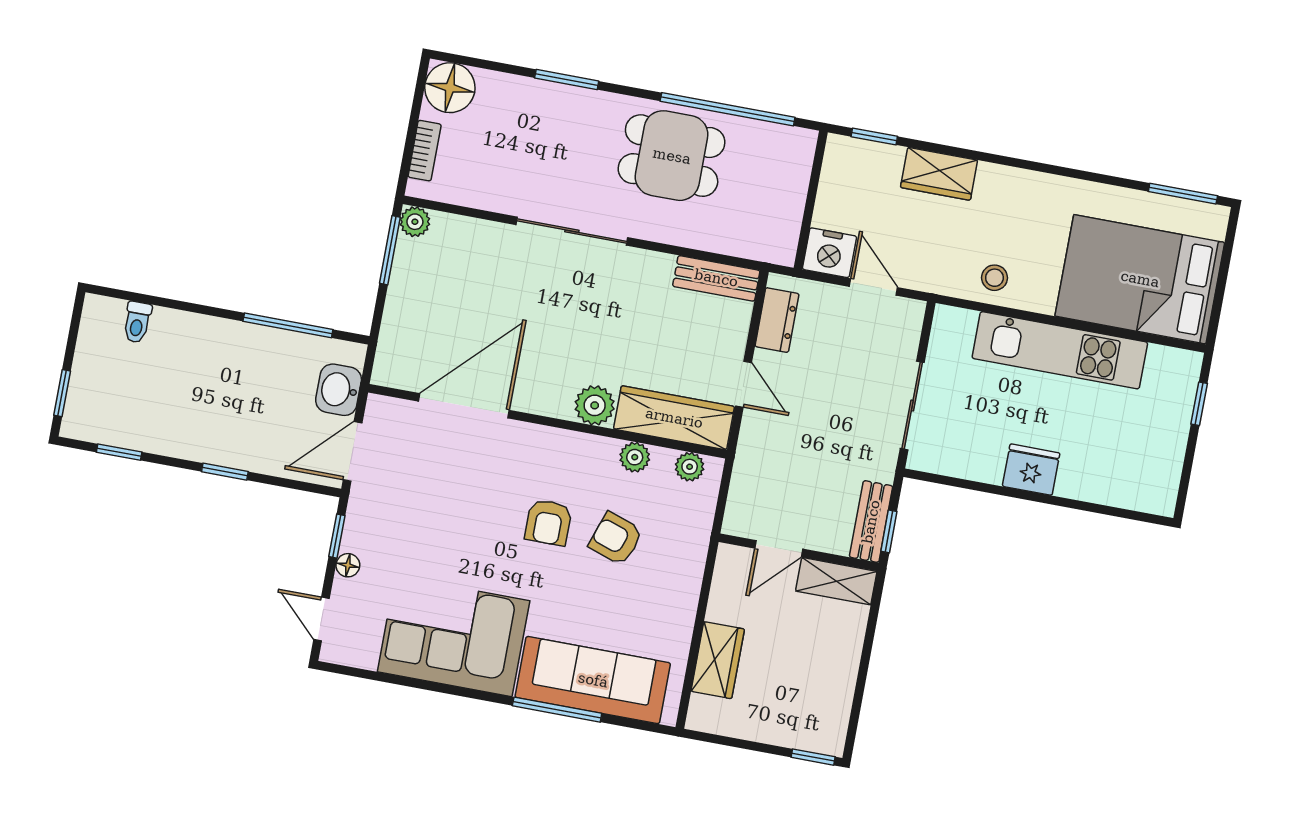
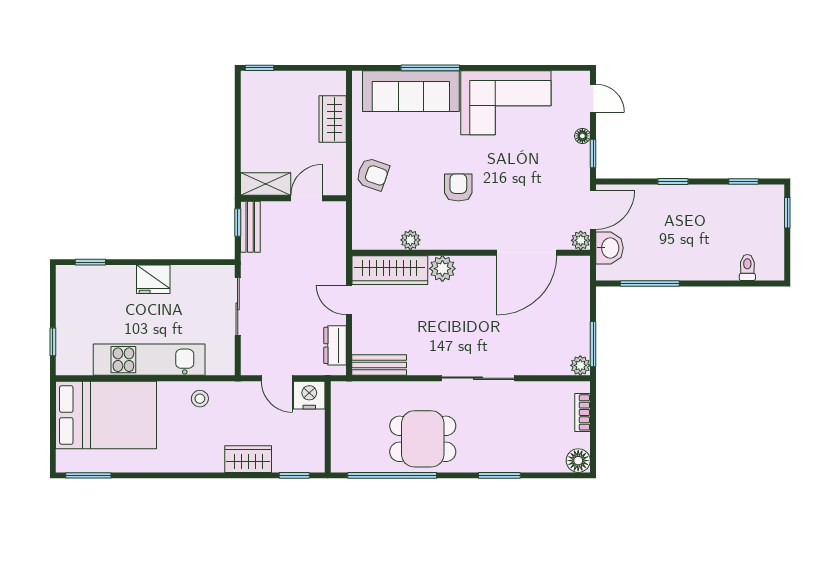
floor lamp: (450, 88) -> (578, 461), width x0.73, depth x0.73
plant: (690, 467) -> (581, 240), moved
window: (1121, 513) -> (90, 262), added
armchair: (616, 539) -> (373, 174), moved

